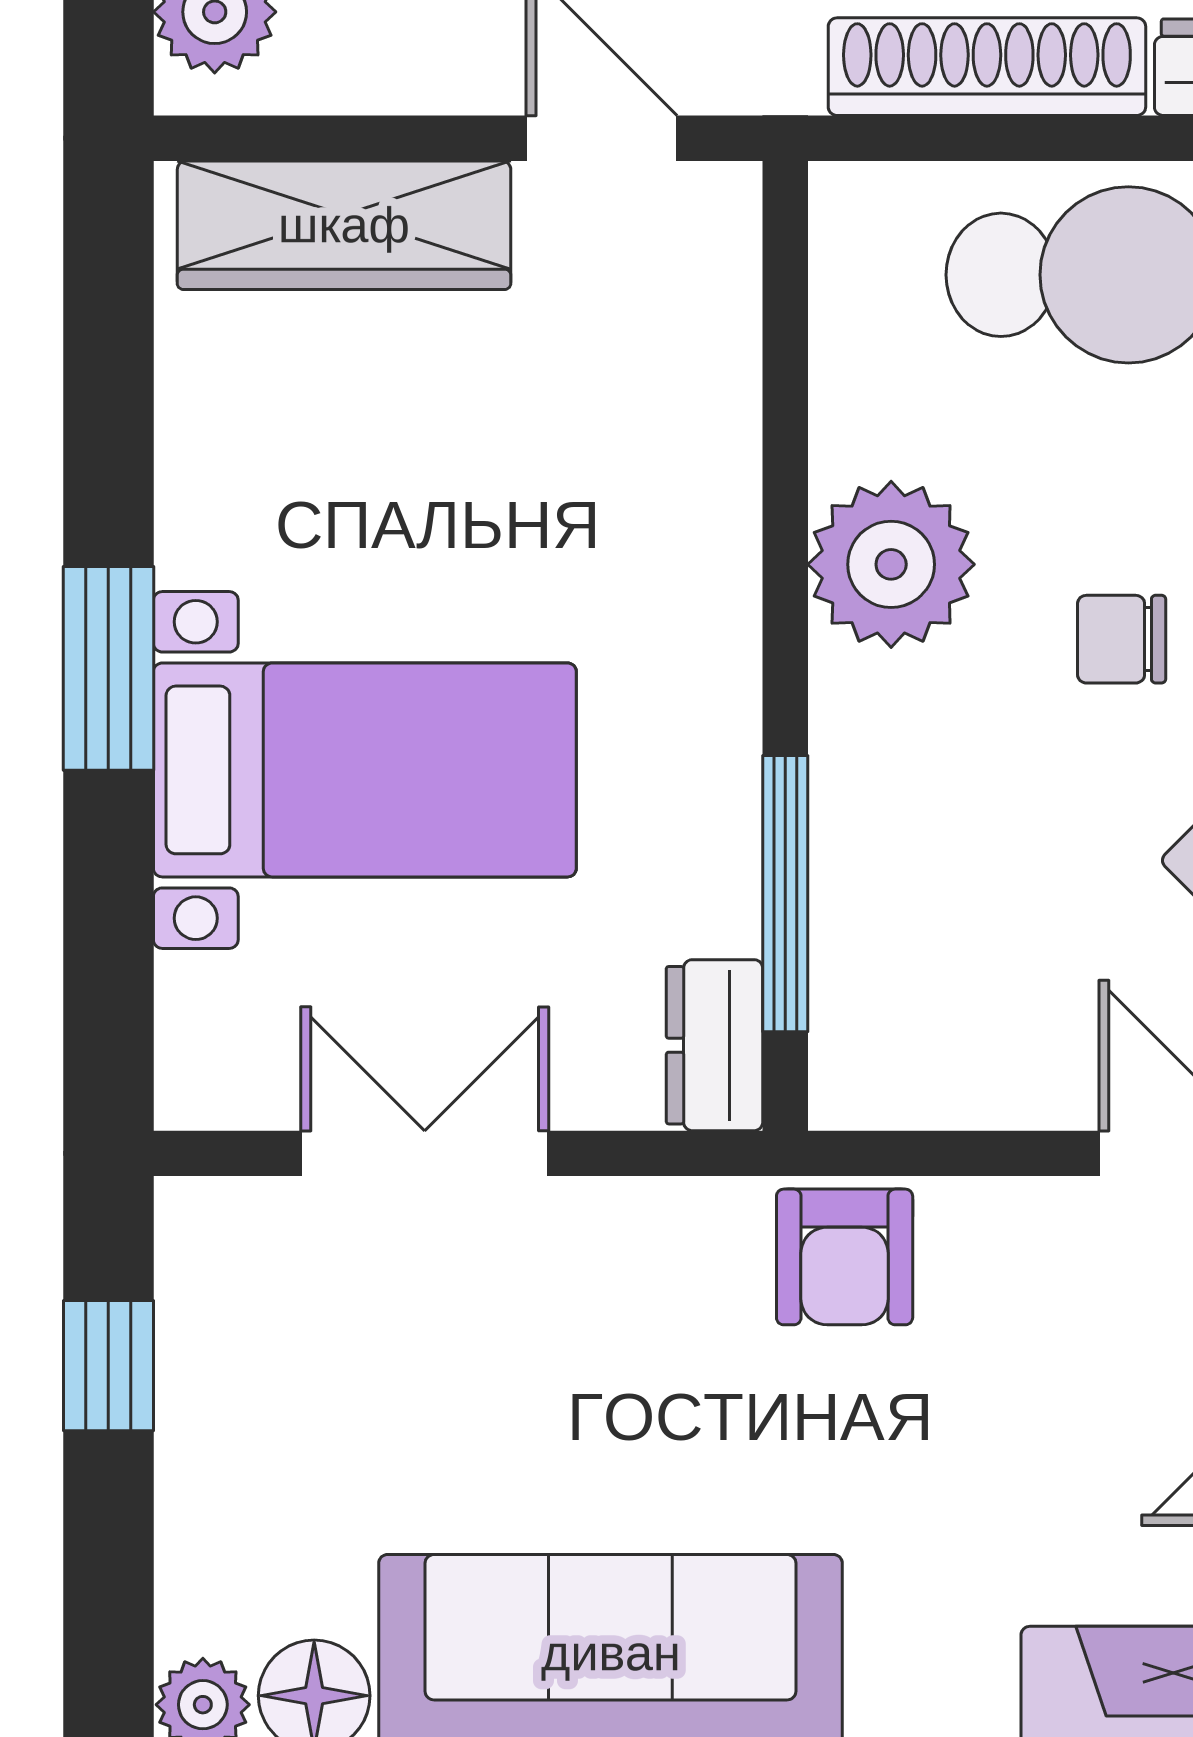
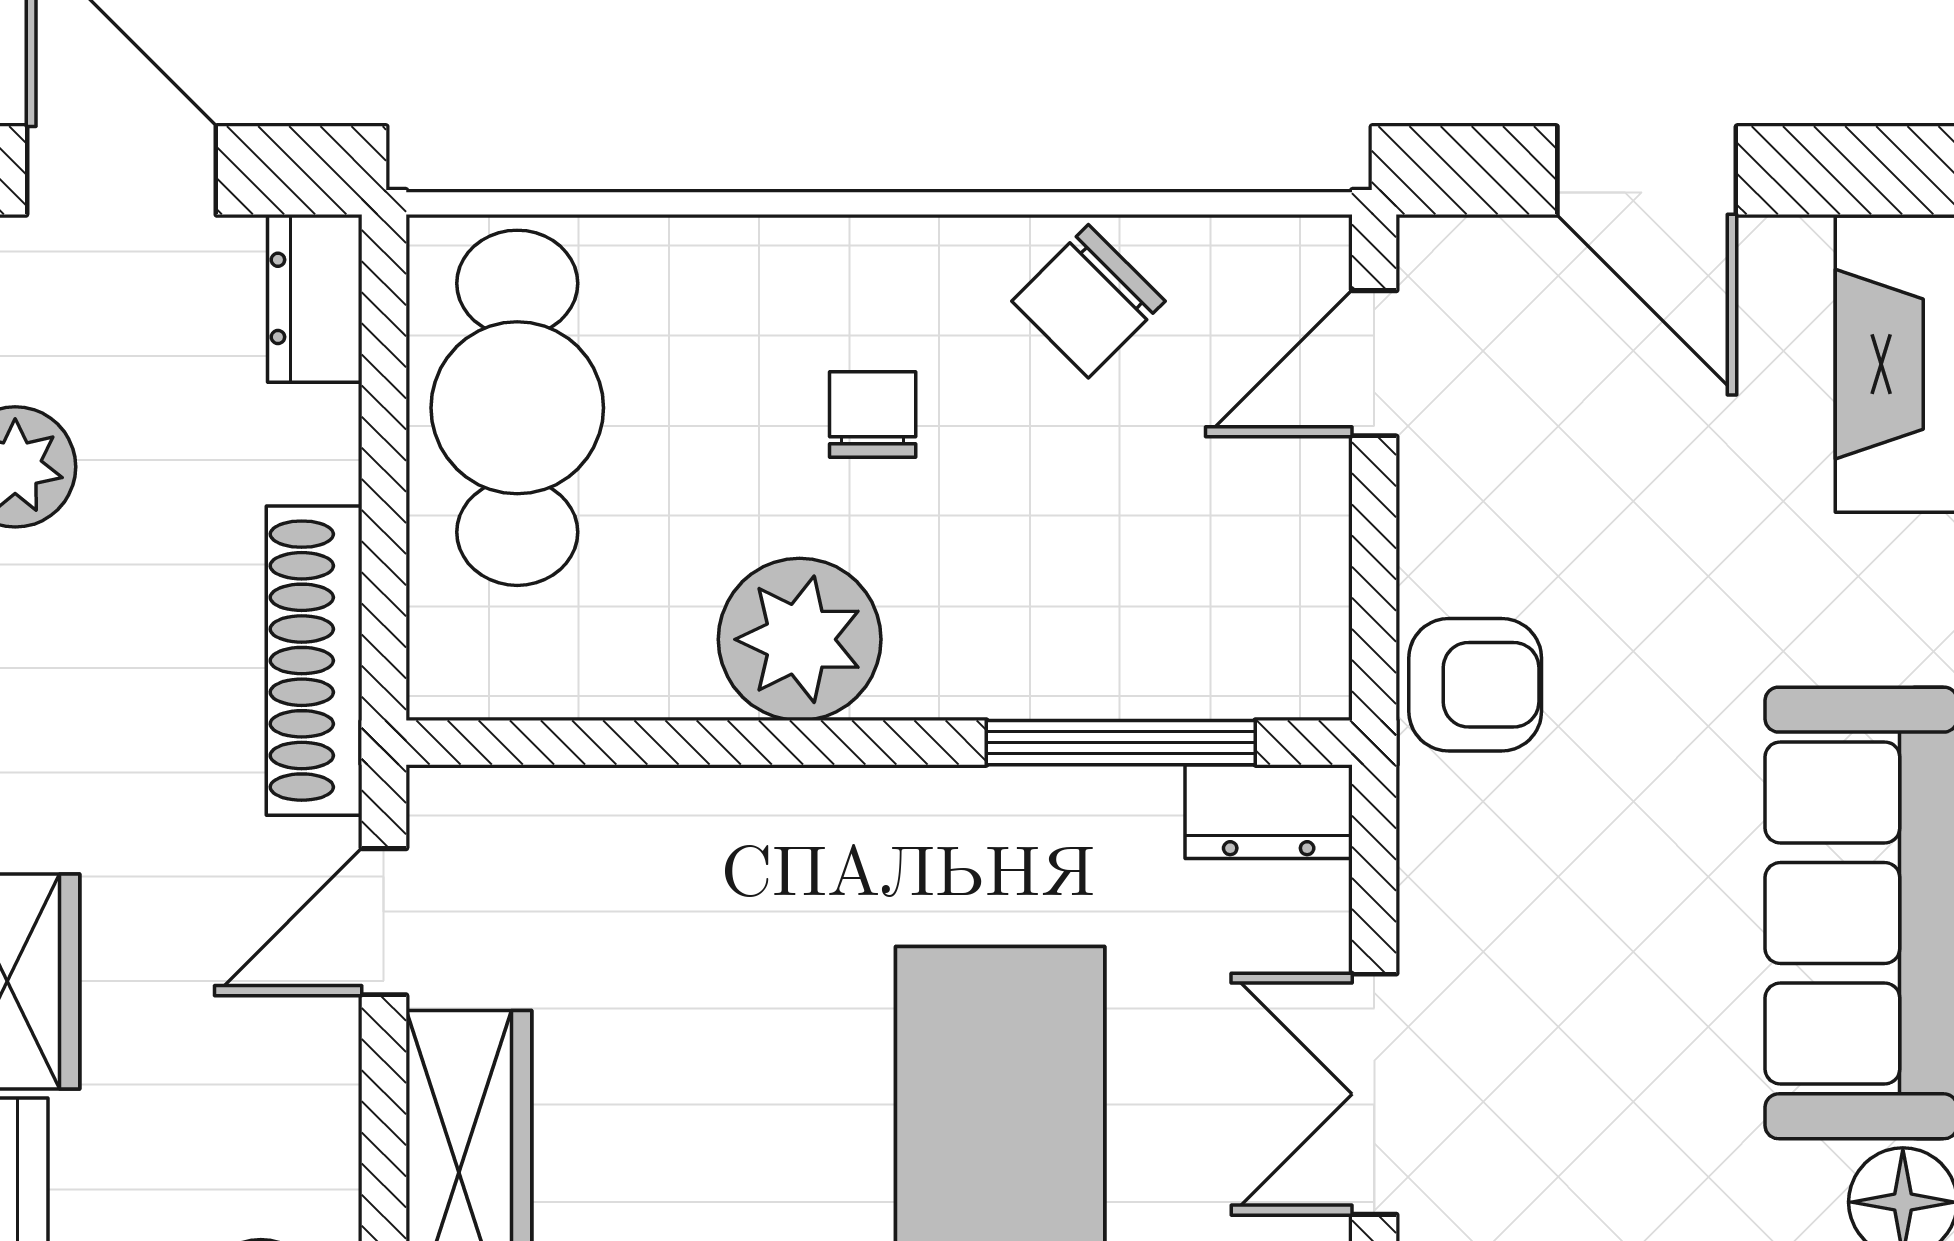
shoe rack: (987, 67) -> (314, 661), moved
chair: (1122, 639) -> (873, 414), turned 180

